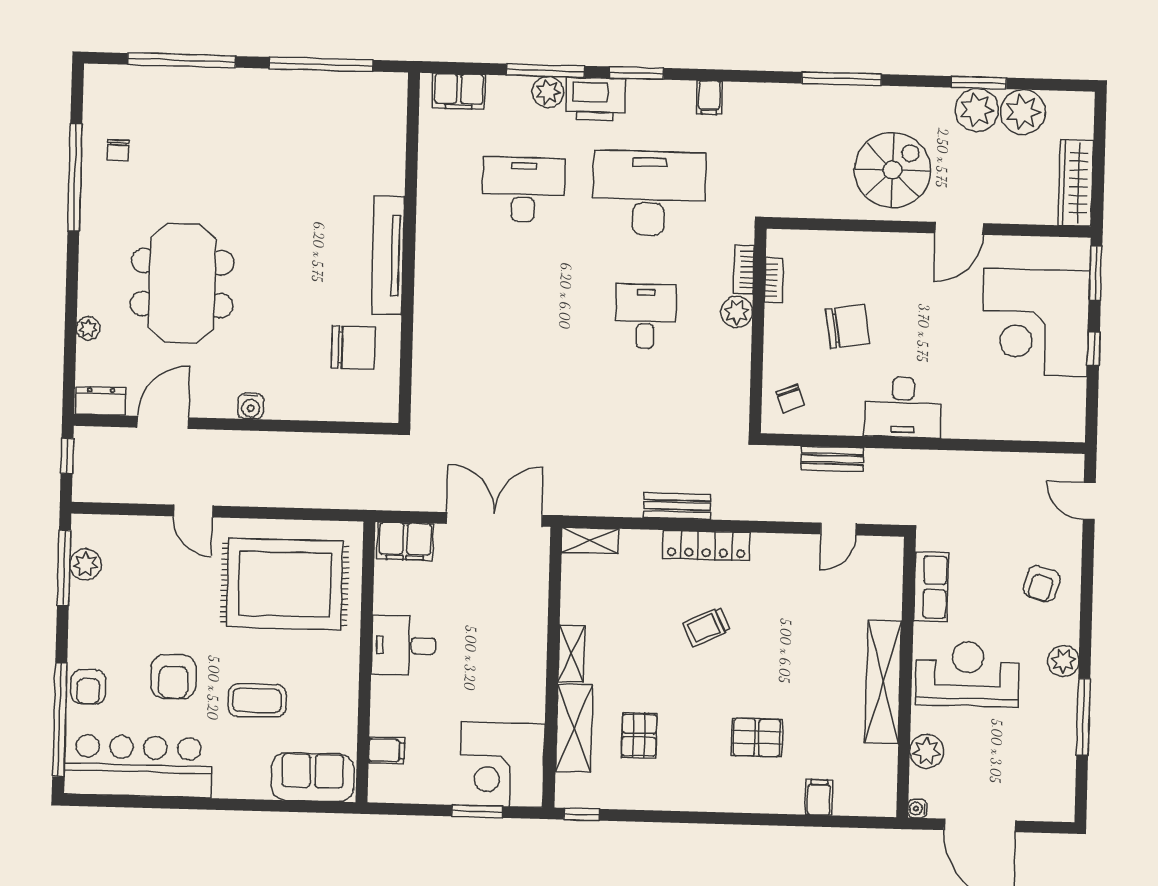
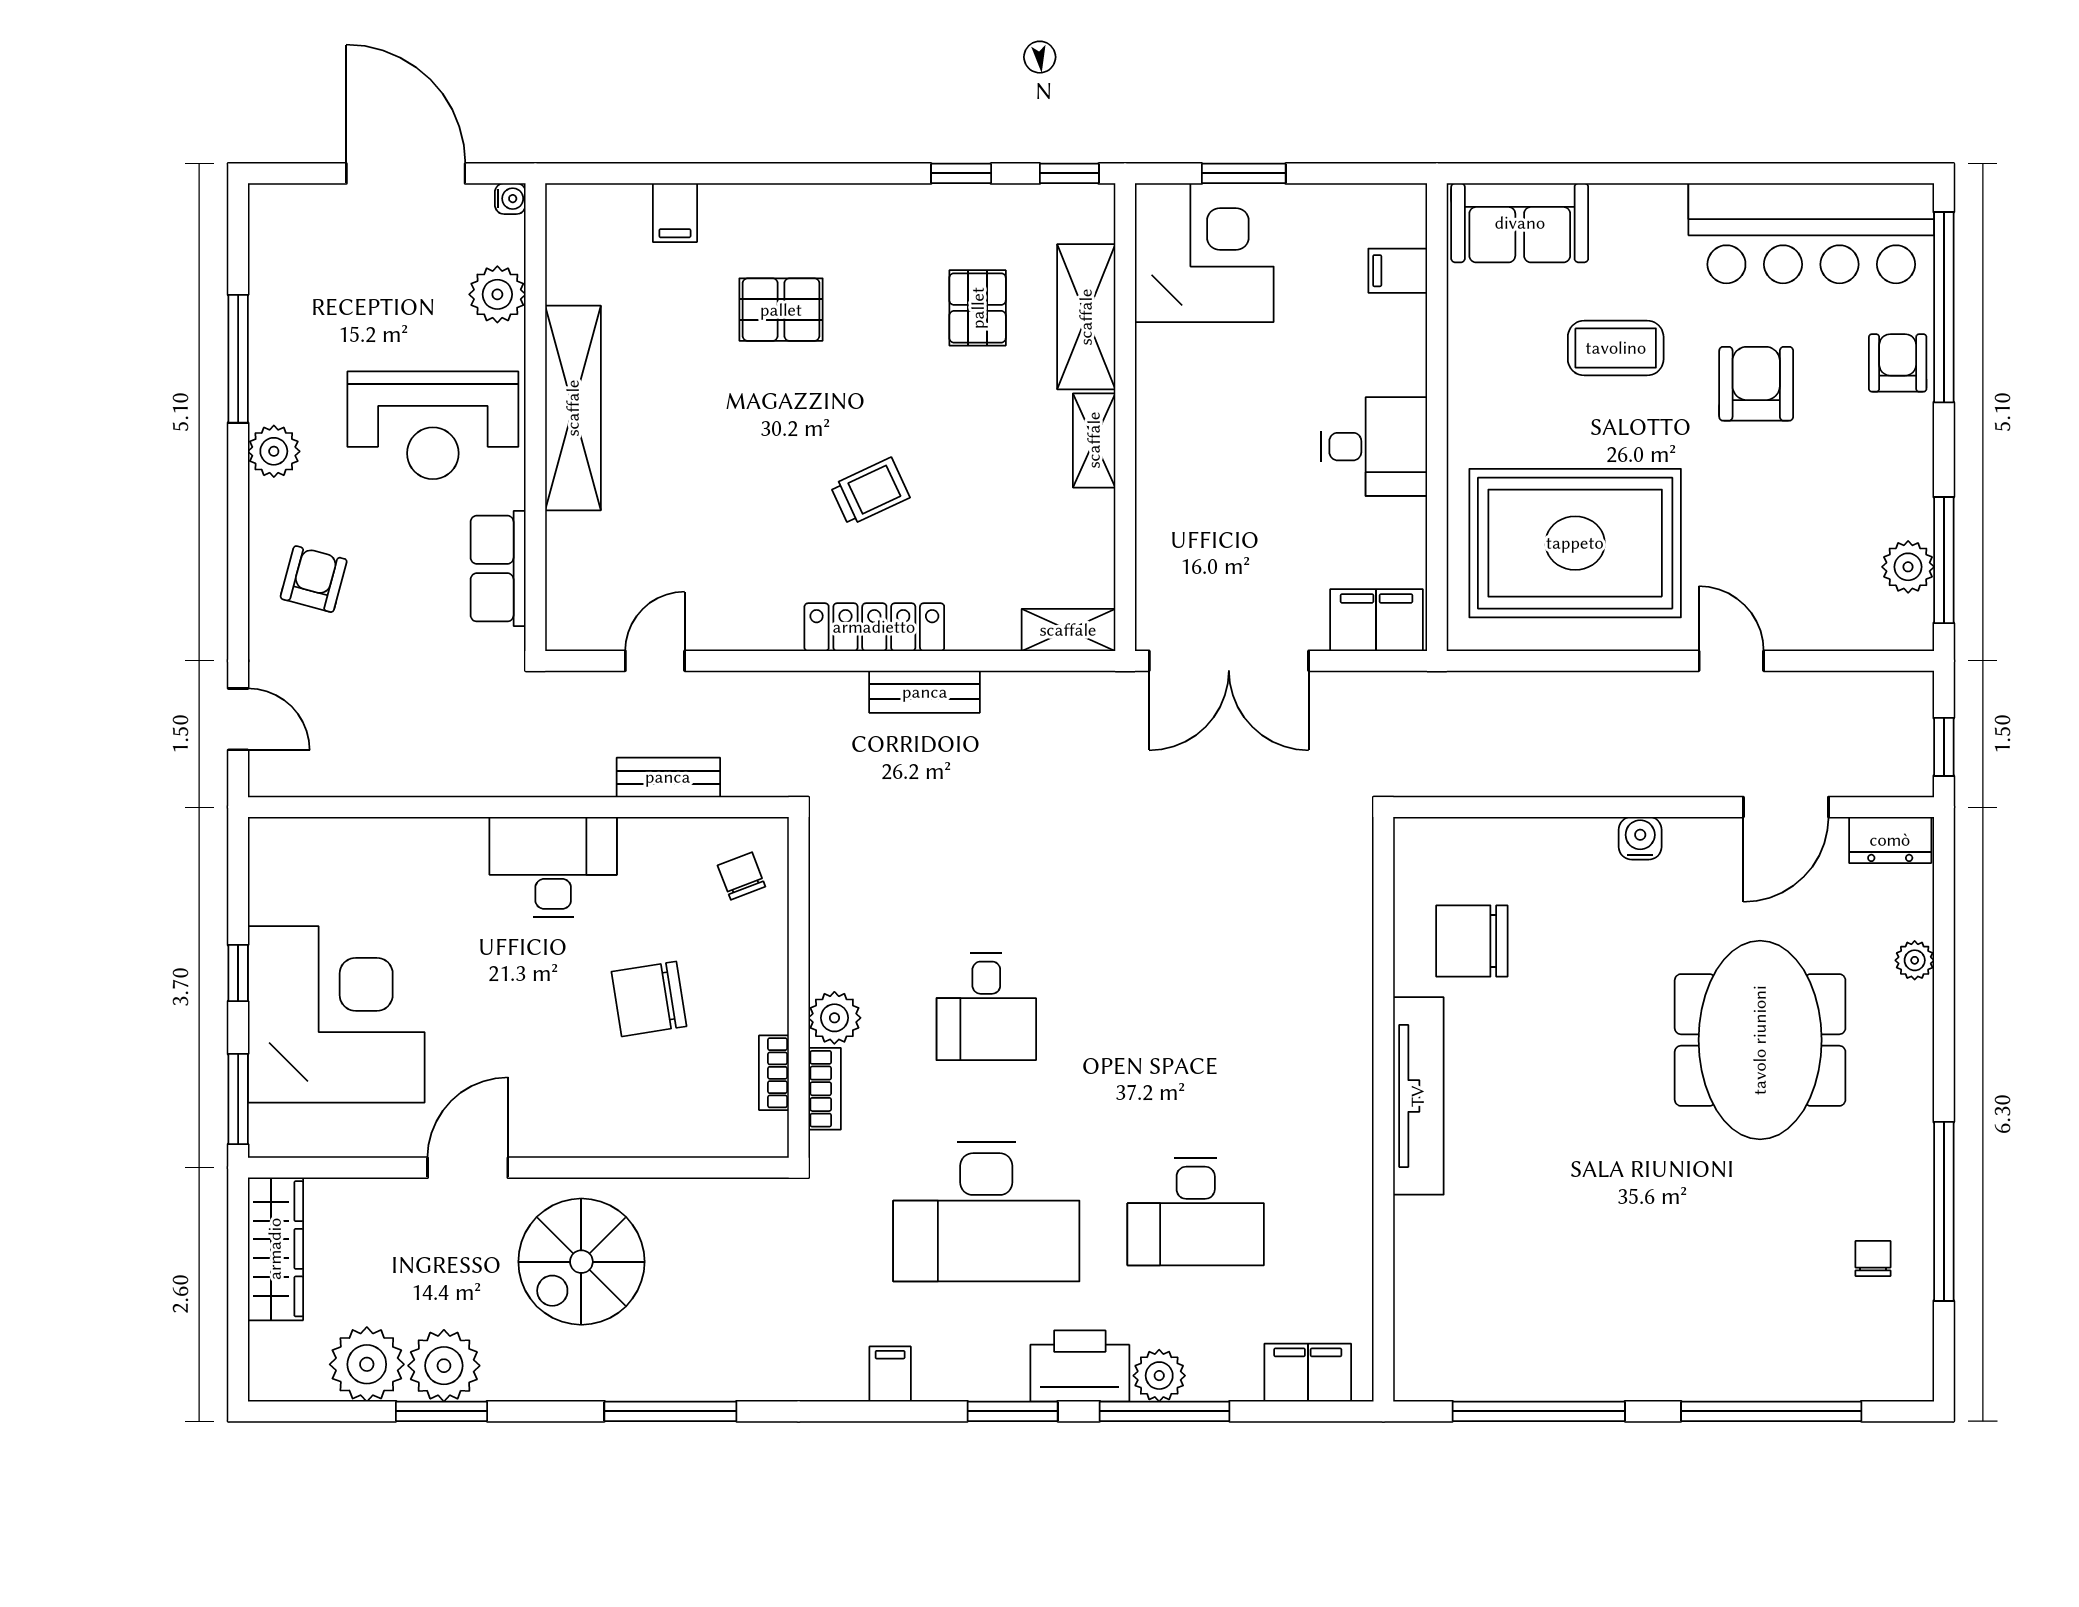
window: (647, 816) -> (961, 173), added

